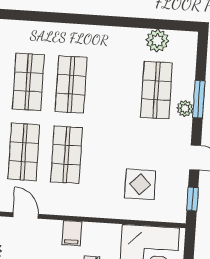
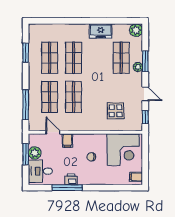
freezer: (123, 40) -> (101, 31), added
plant: (157, 41) -> (136, 30), moved
filing cabinet: (72, 233) -> (67, 141), moved

